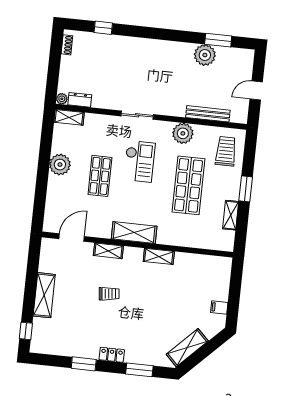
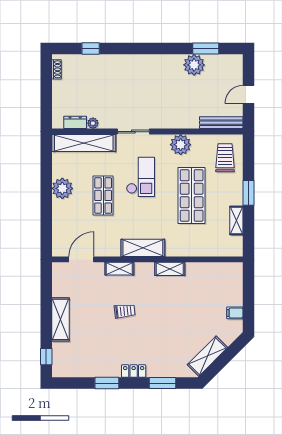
plant: (62, 99) -> (93, 123), moved
bench: (208, 114) -> (221, 123), moved
shelving: (69, 117) -> (84, 143), width x2.20, depth x1.33

